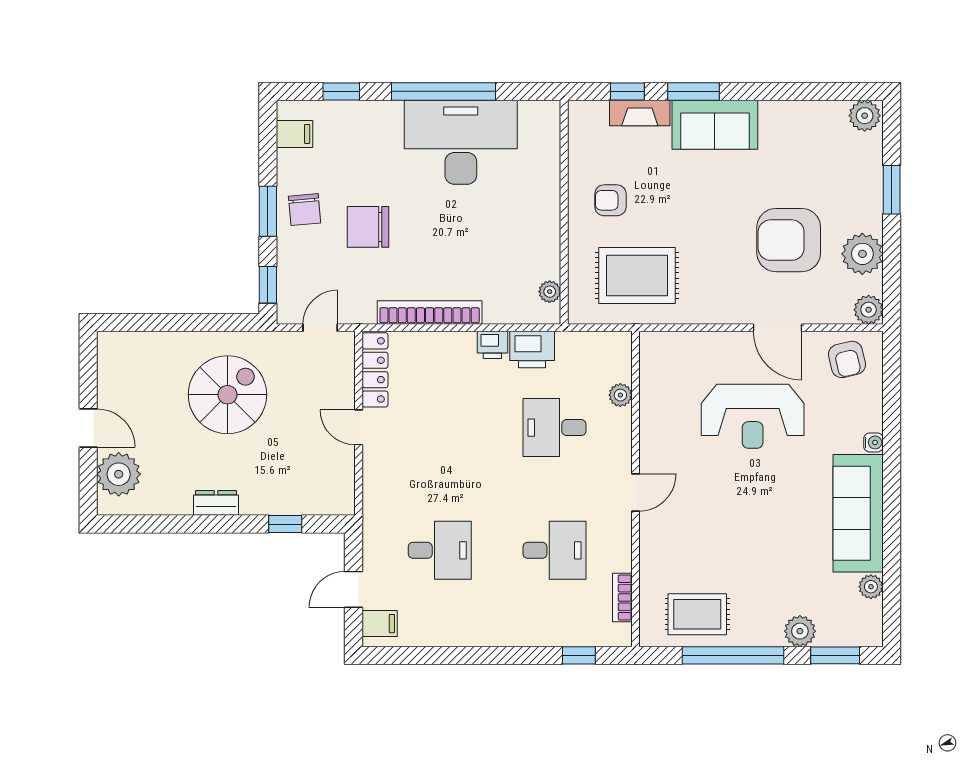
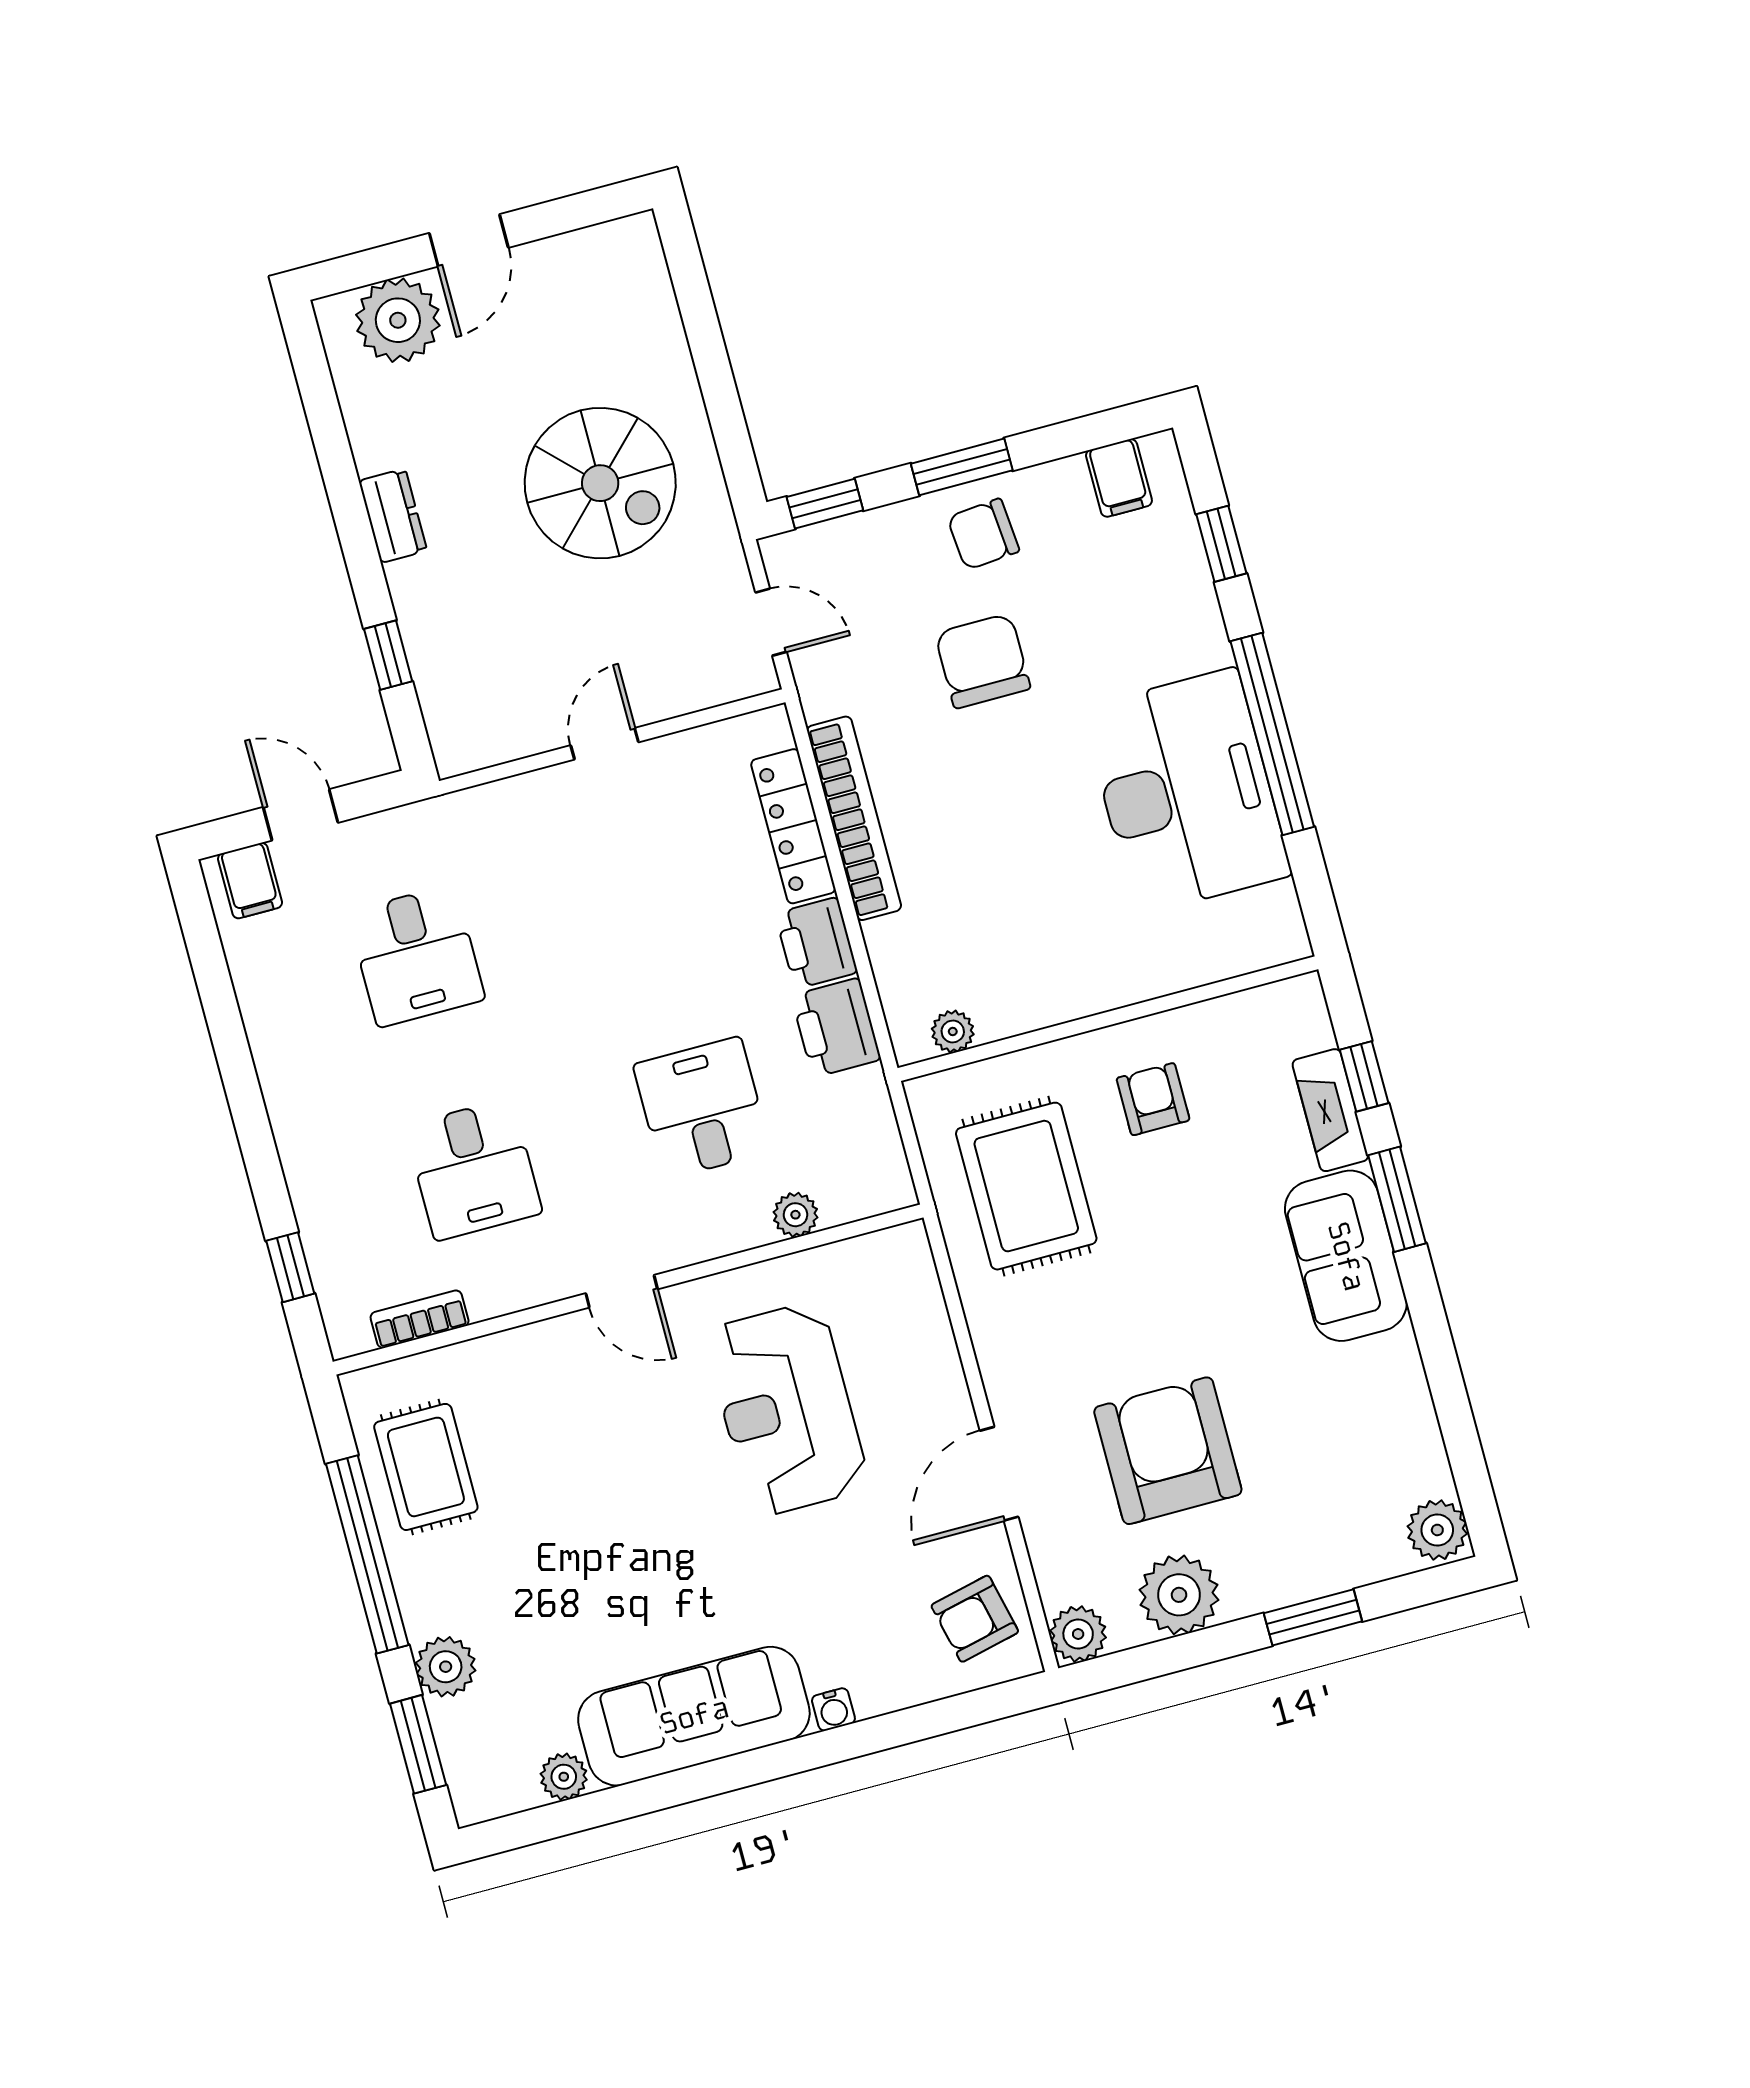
printer: (492, 345) -> (816, 943), width x1.36, depth x1.24
locker: (375, 370) -> (793, 826), moved, turned 90
reception desk: (753, 416) -> (787, 1409), moved

